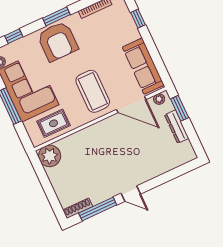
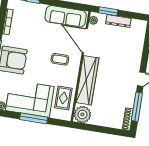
coffee table: (93, 91) -> (60, 59), width x0.54, depth x0.58
door: (131, 104) -> (85, 40), swing flipped
wardrobe: (90, 136) -> (87, 80), added

